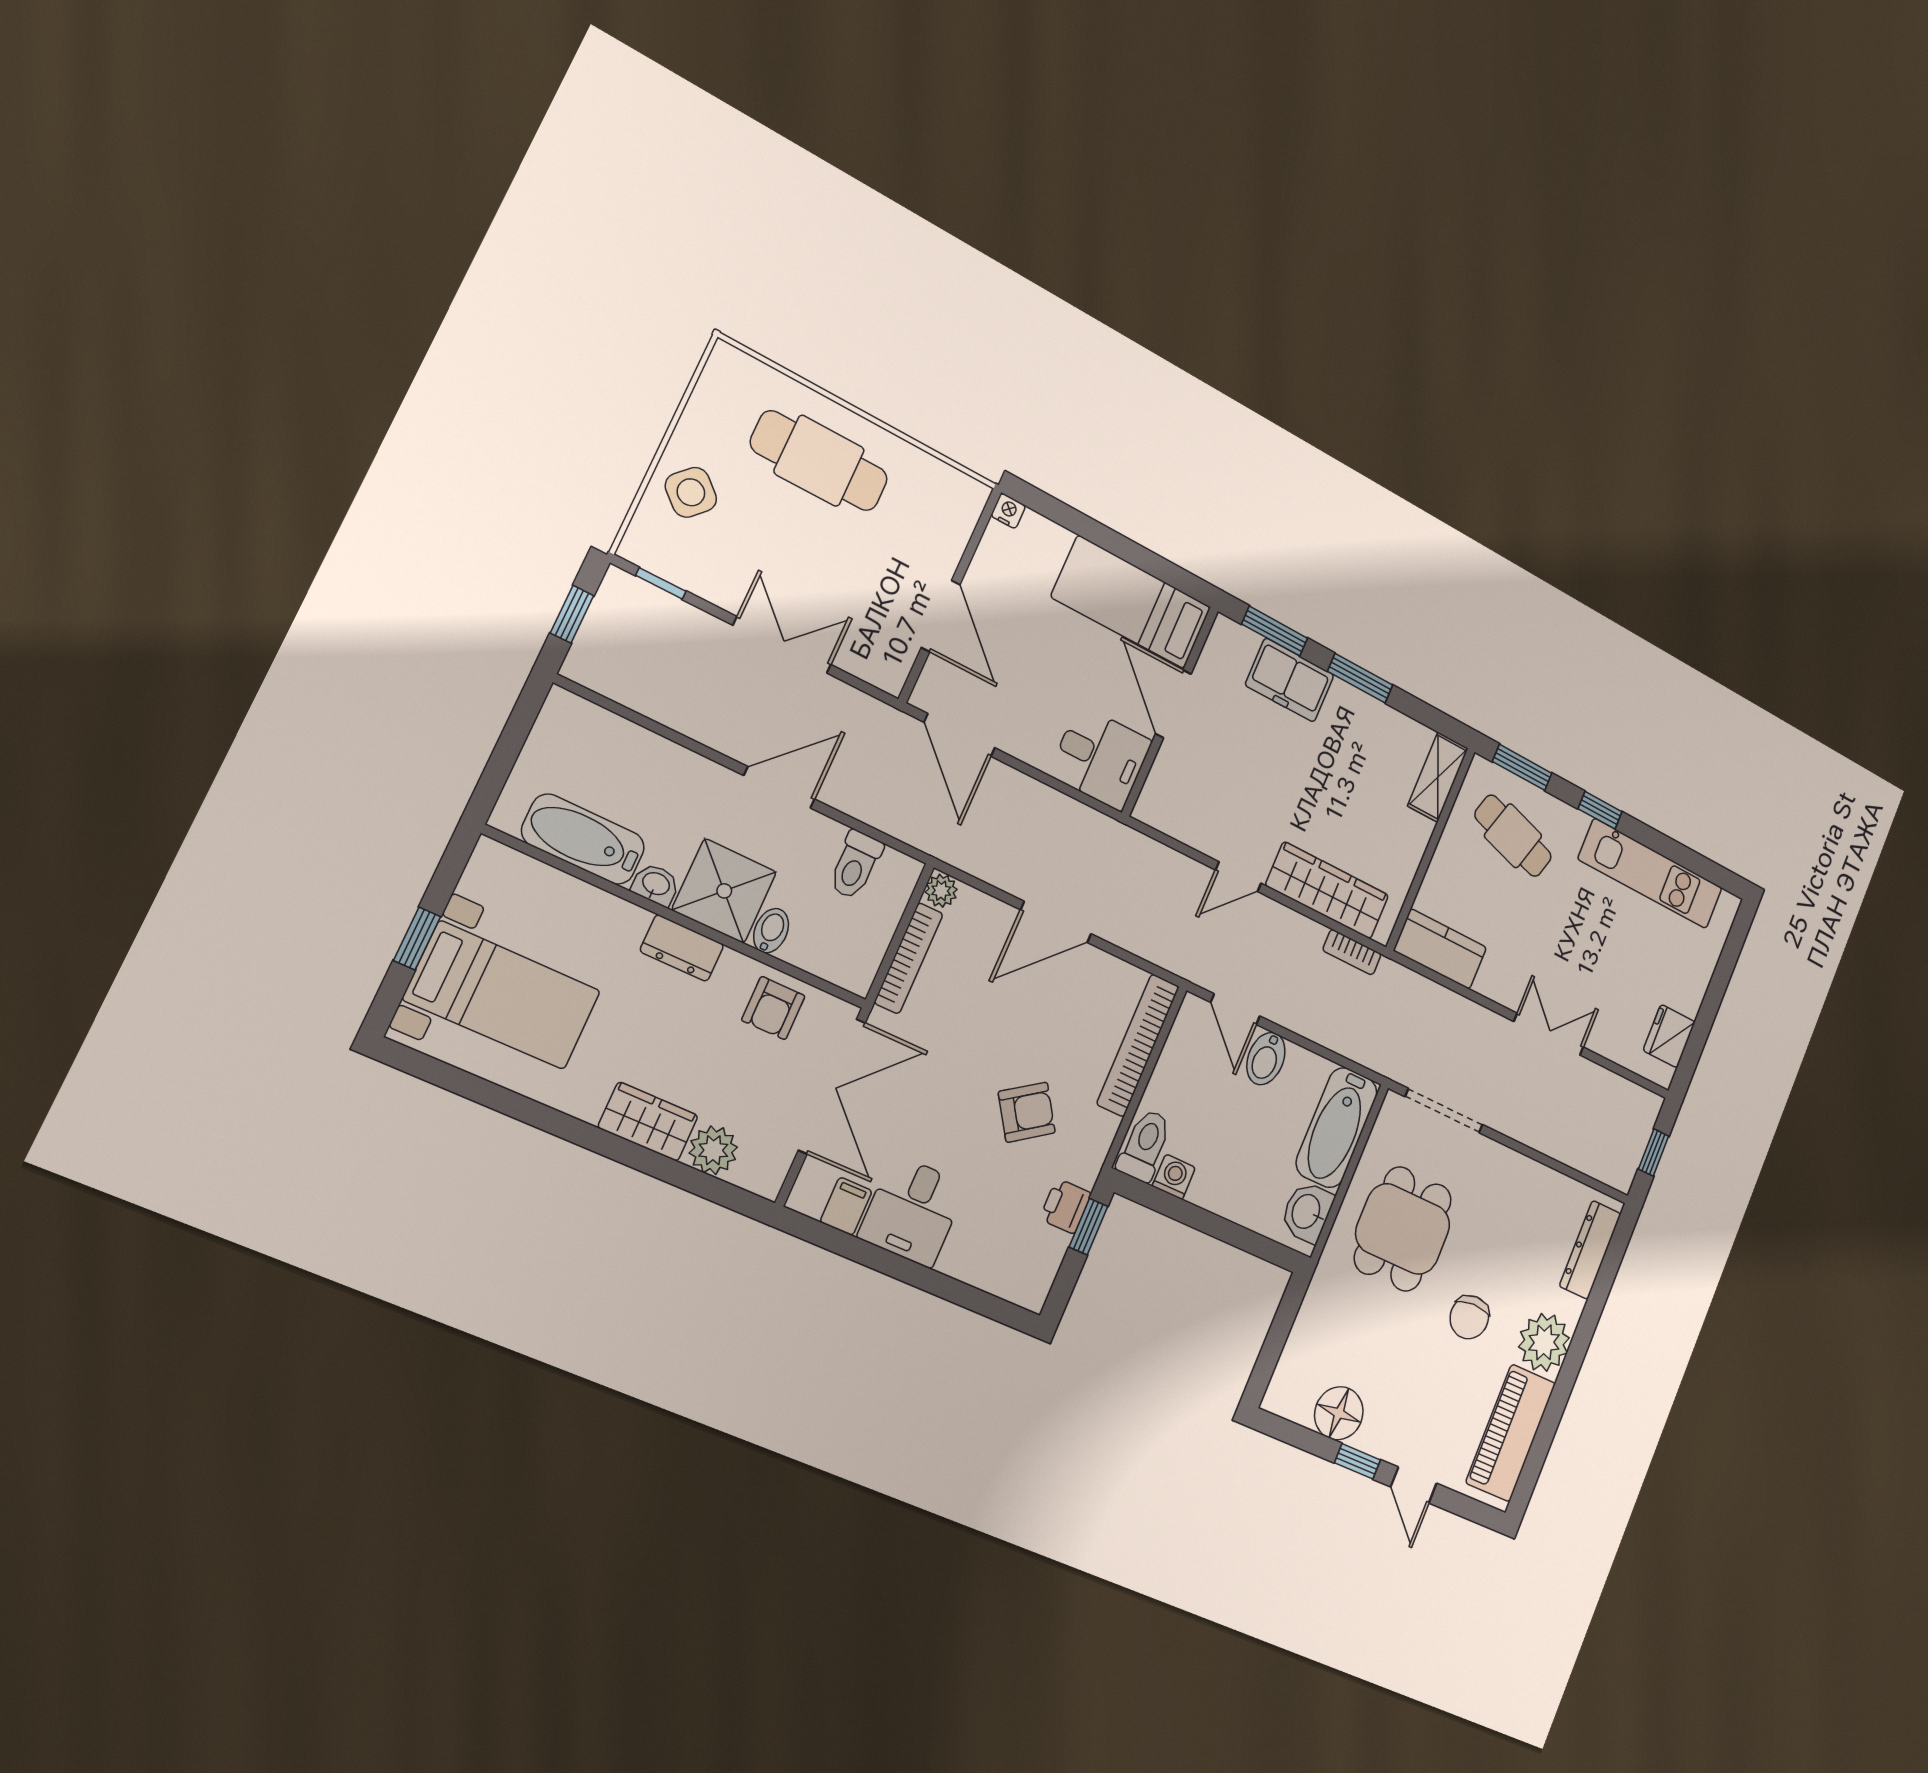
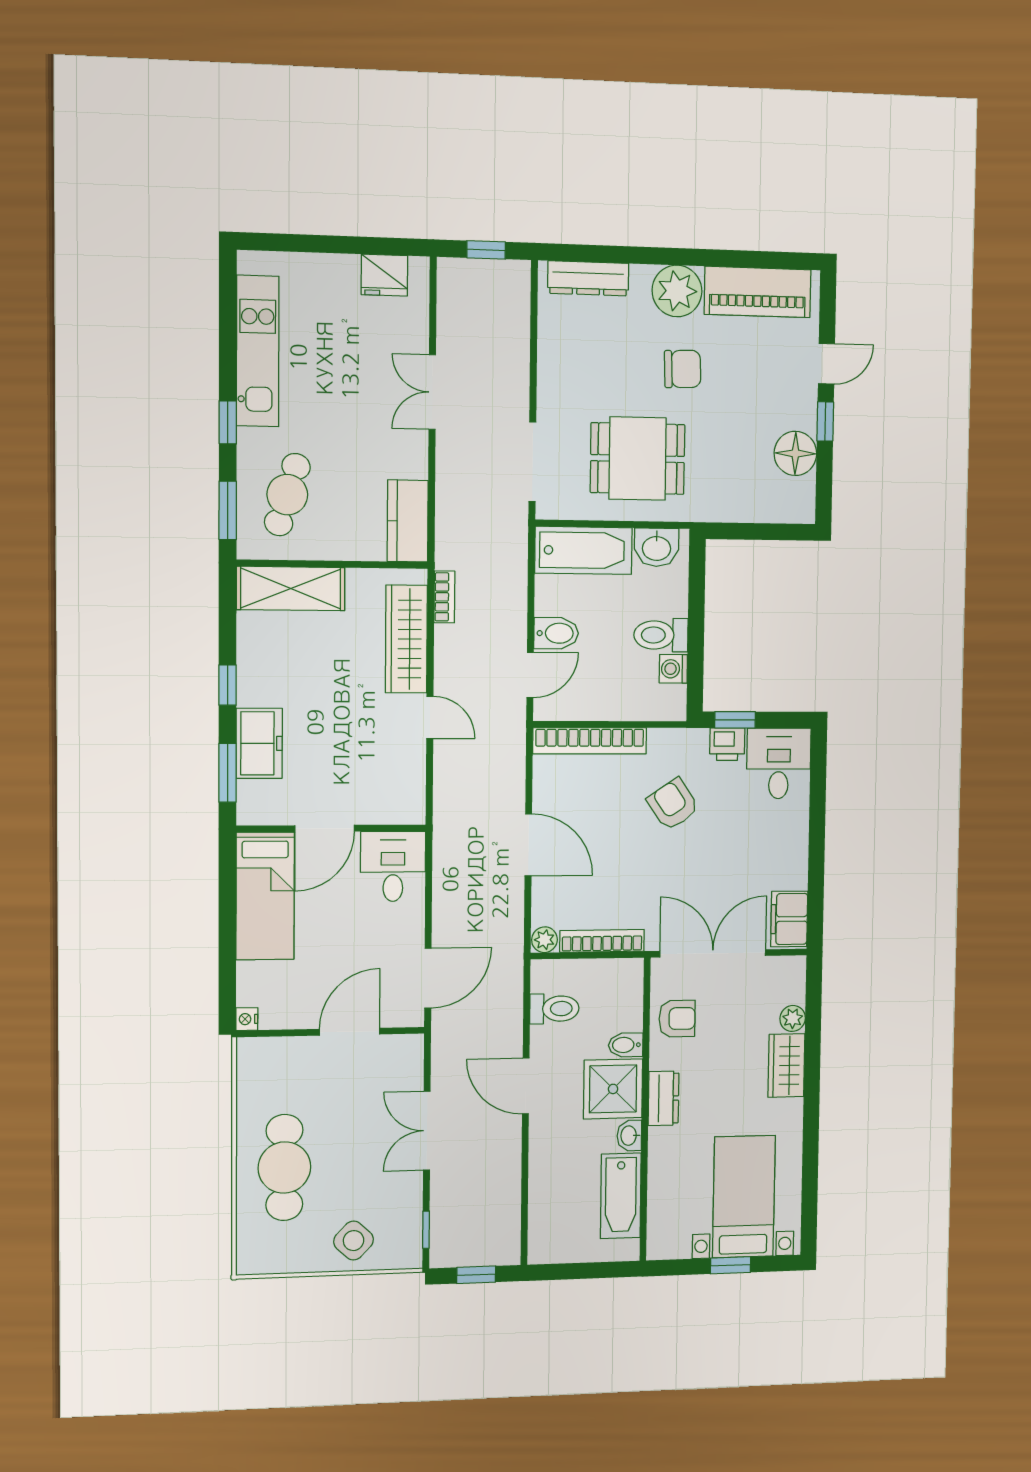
window: (1360, 678) -> (228, 685), width x0.67
shelving: (1438, 777) -> (291, 589), width x1.50, depth x1.33
toilet: (1145, 1145) -> (661, 635), moved
plant: (713, 1150) -> (793, 1018), width x0.73, depth x0.73
filing cabinet: (846, 1206) -> (789, 919), width x2.00
desk: (912, 1211) -> (779, 763), moved, turned -90

